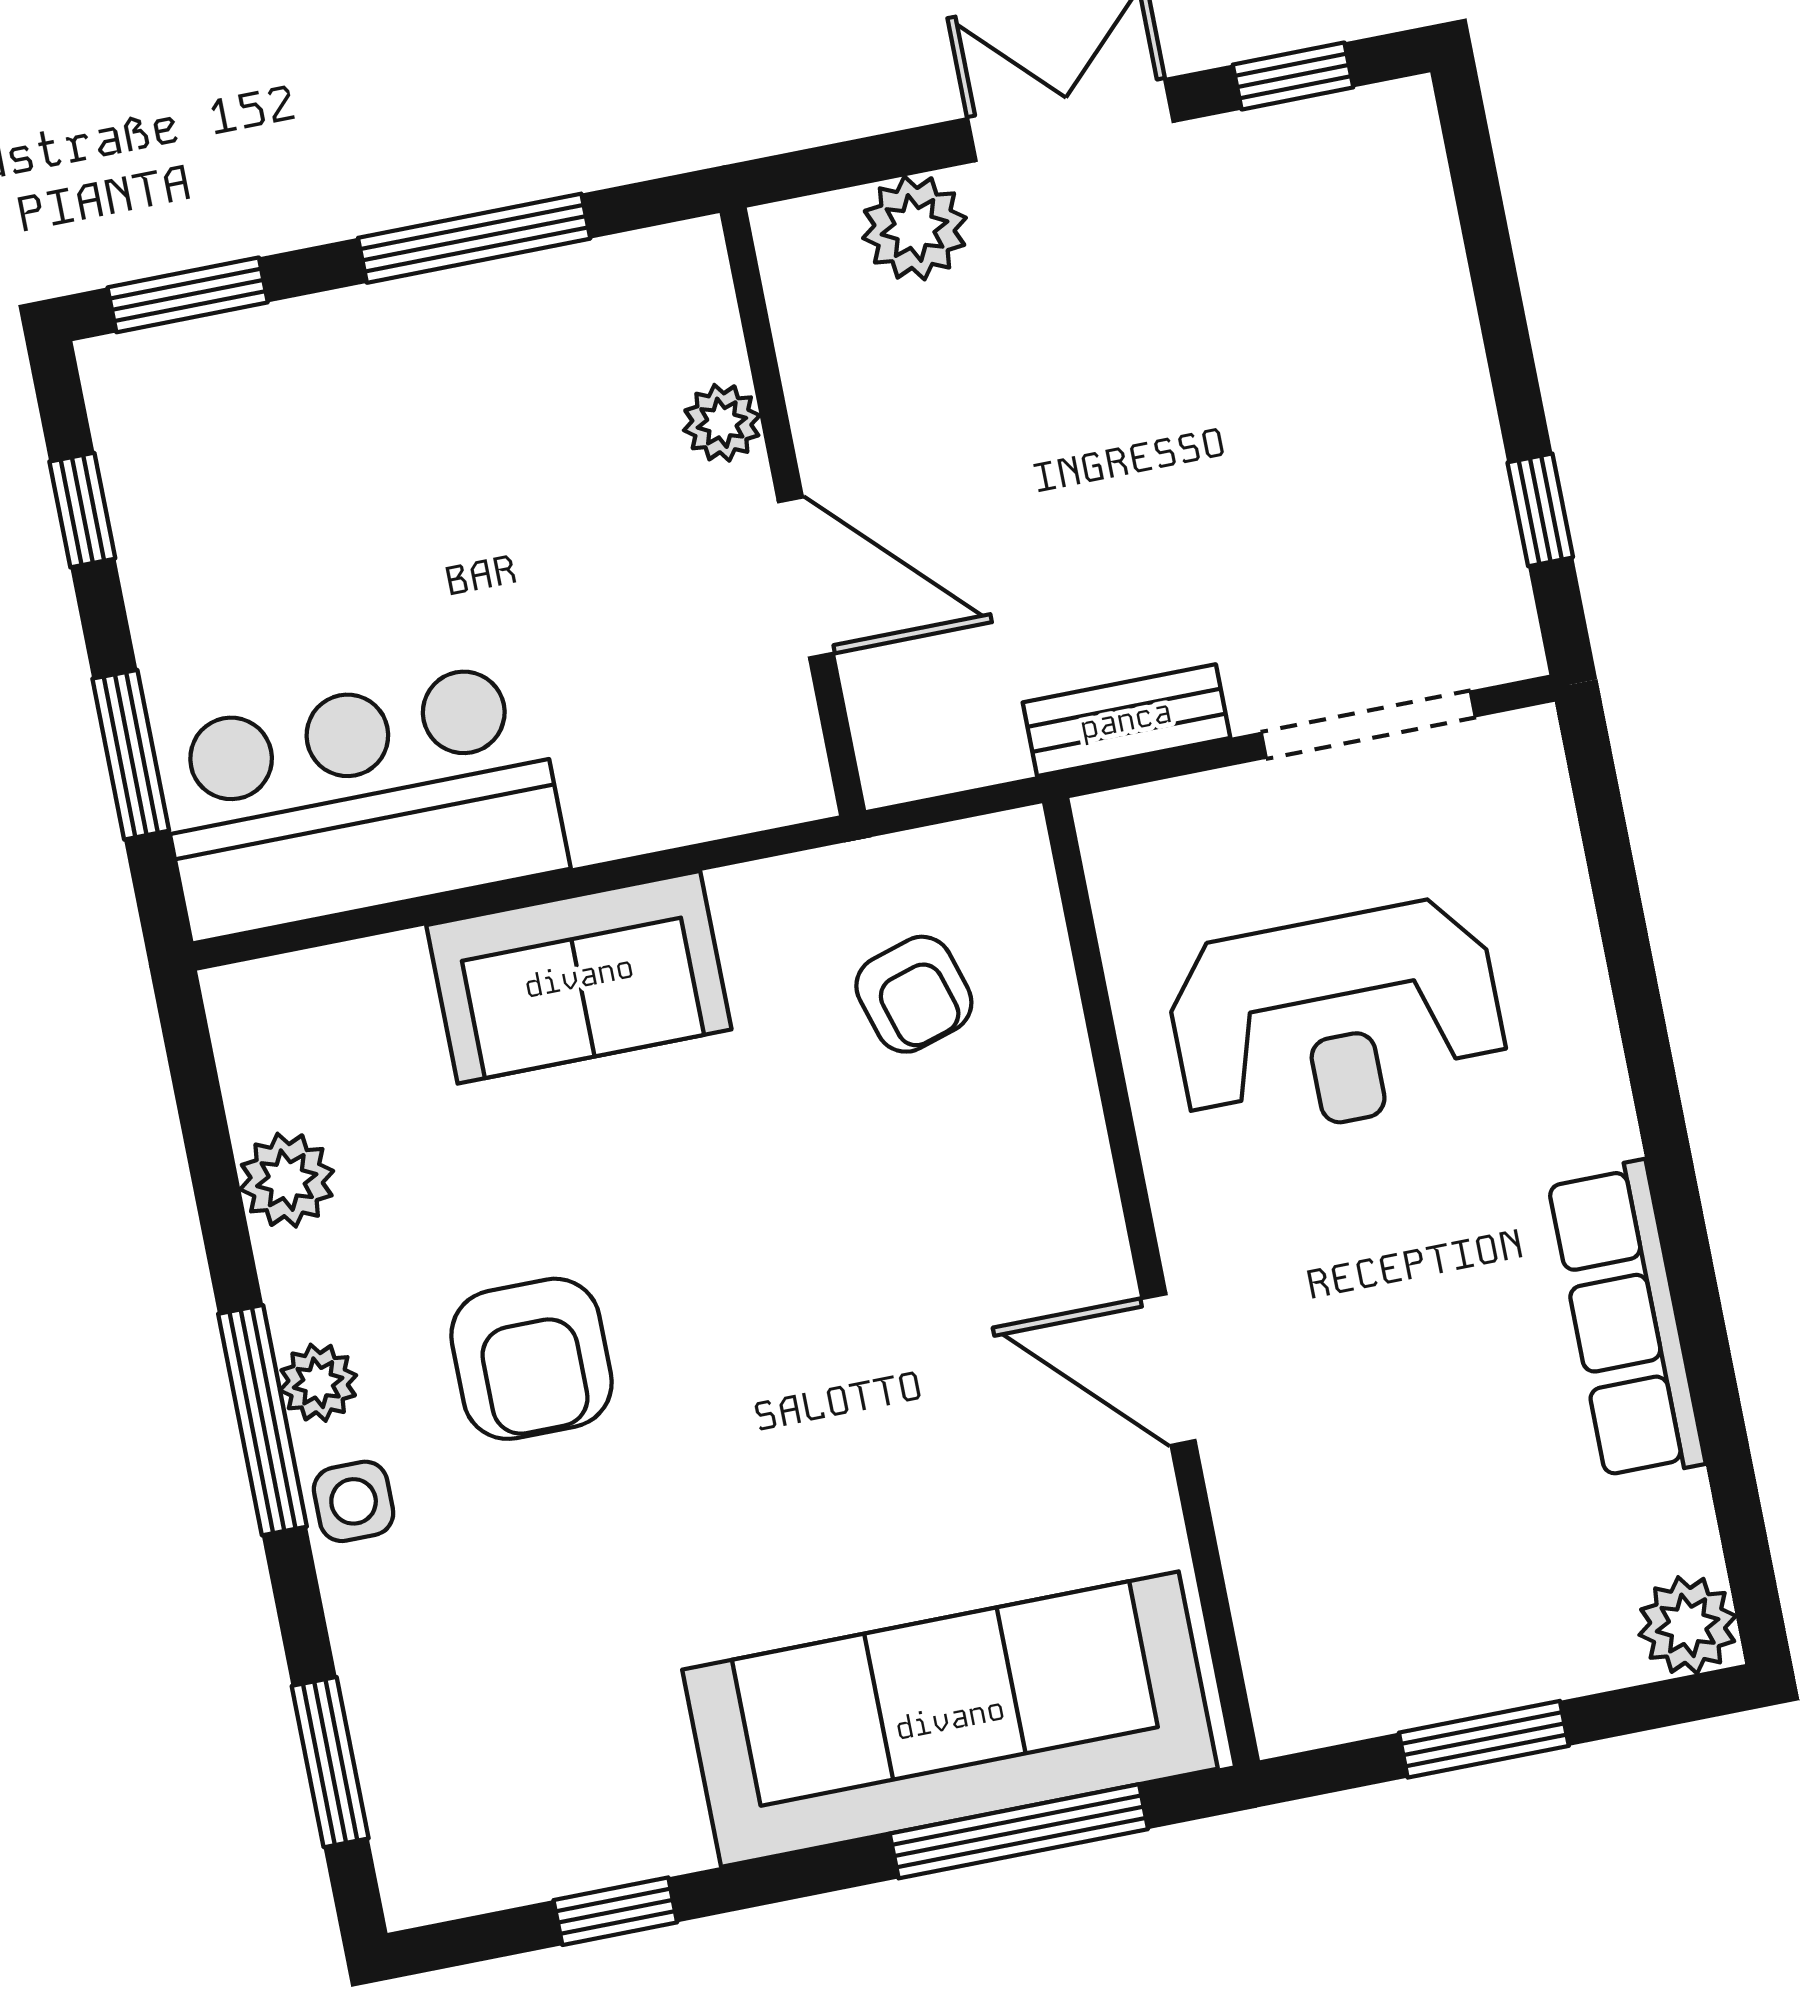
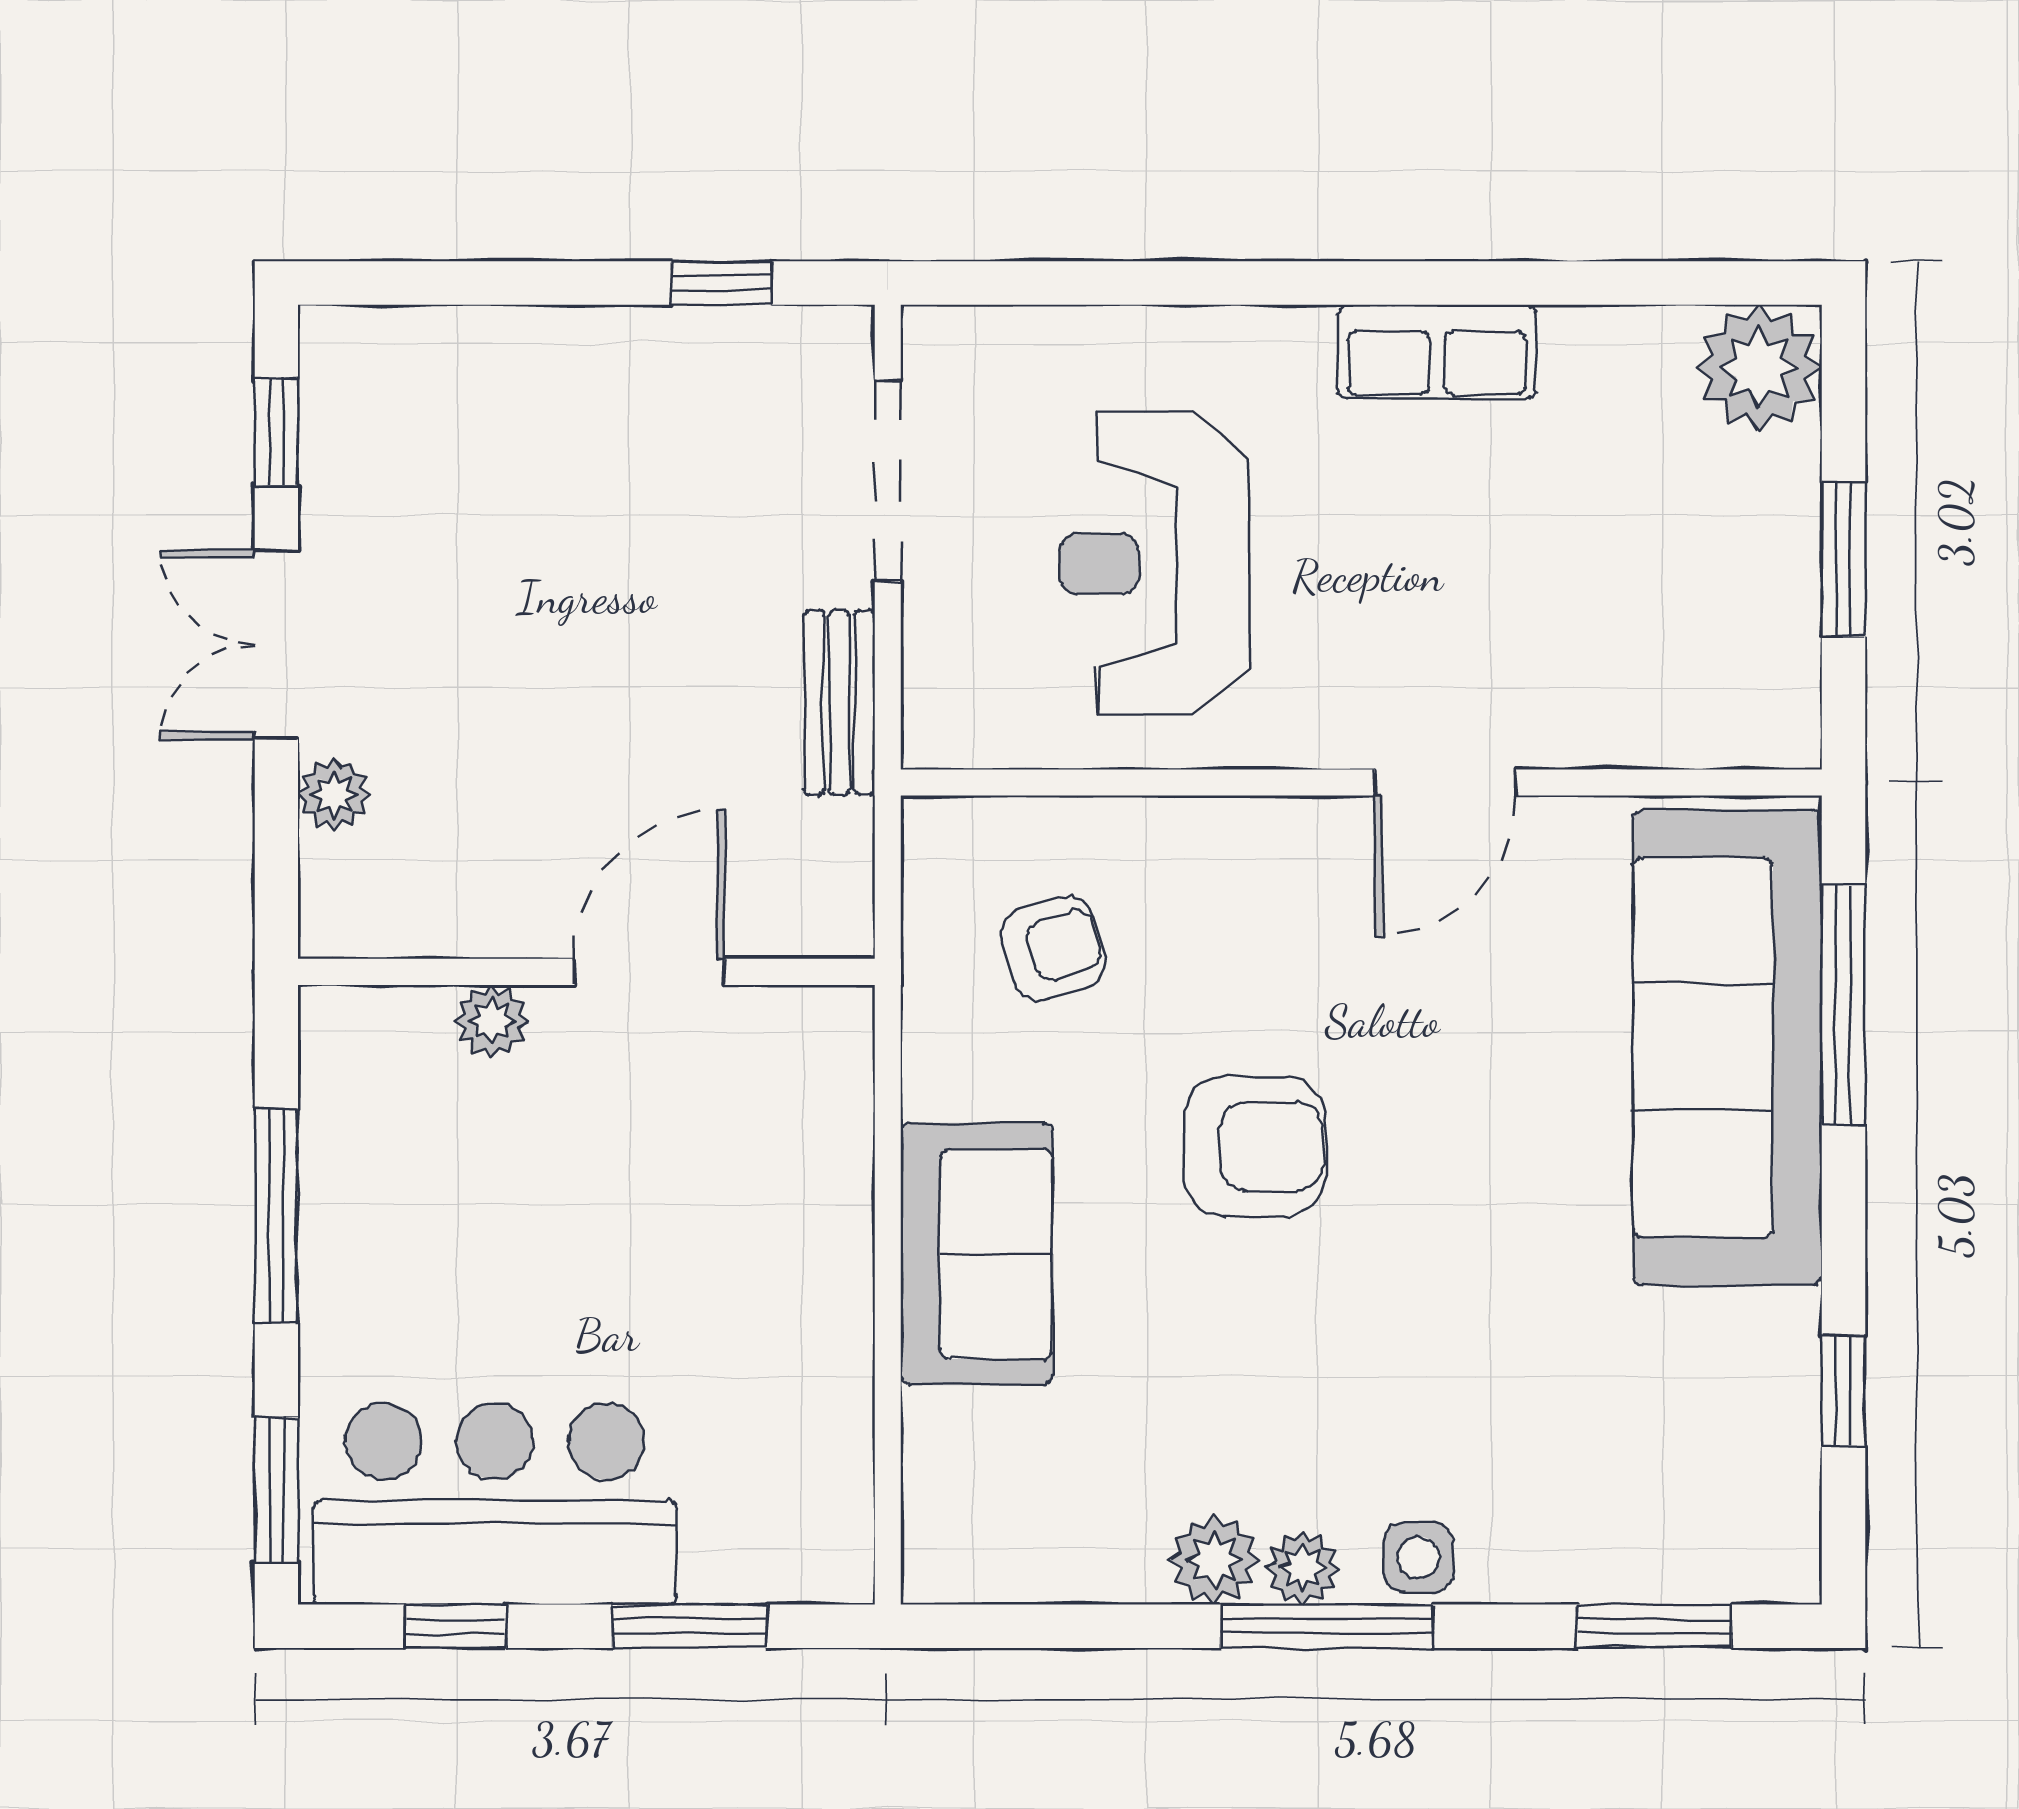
plant: (915, 228) -> (334, 795), width x0.73, depth x0.73
bar counter: (360, 801) -> (495, 1504), moved, turned 90
reception desk: (1337, 1020) -> (1154, 564), turned 180
plant: (287, 1180) -> (1214, 1560), moved
row of seats: (1626, 1321) -> (1437, 352), width x0.68
armchair: (531, 1359) -> (1254, 1146), moved
plant: (1688, 1625) -> (1759, 368), width x1.36, depth x1.36

